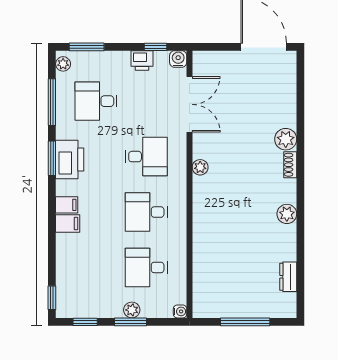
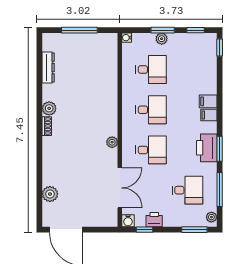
double door: (189, 104) -> (120, 188), swing flipped
plant: (286, 139) -> (50, 194), moved
desk: (146, 157) -> (151, 150), turned 180
shoe rack: (290, 165) -> (47, 126), moved
dresser: (288, 277) -> (48, 67), width x1.44

